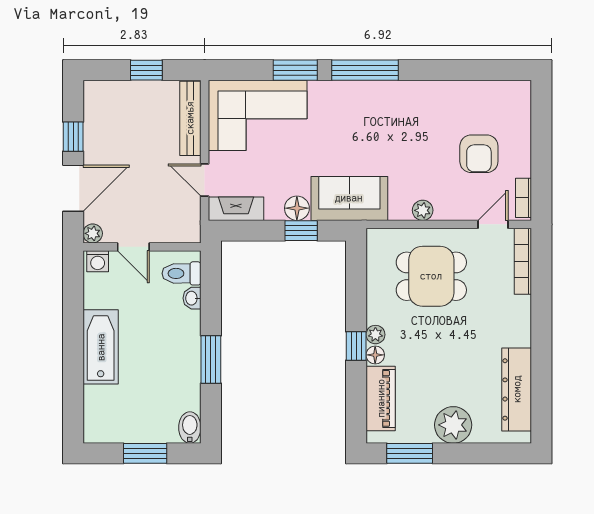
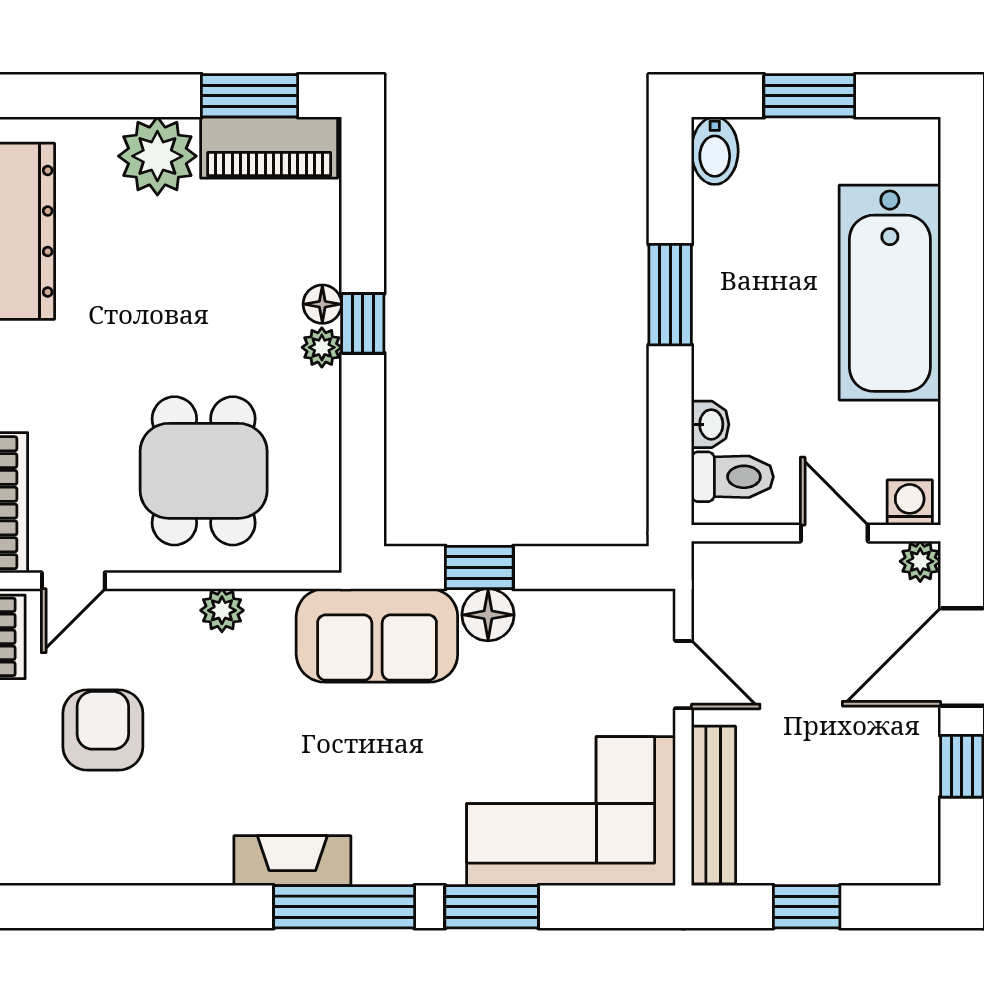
fireplace: (236, 209) -> (292, 861), moved, turned 180
dining table: (431, 276) -> (204, 471), turned 90
bathtub: (101, 347) -> (890, 293), width x1.36, depth x1.36
piano: (381, 398) -> (269, 148), moved, turned -90

